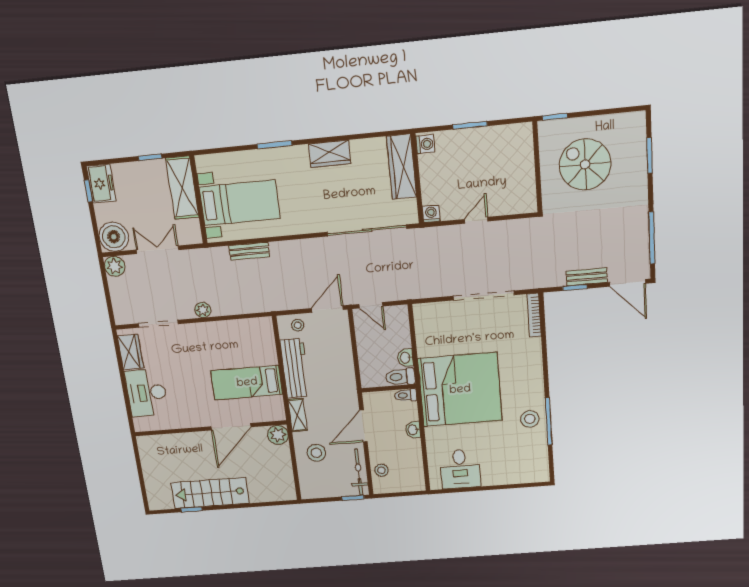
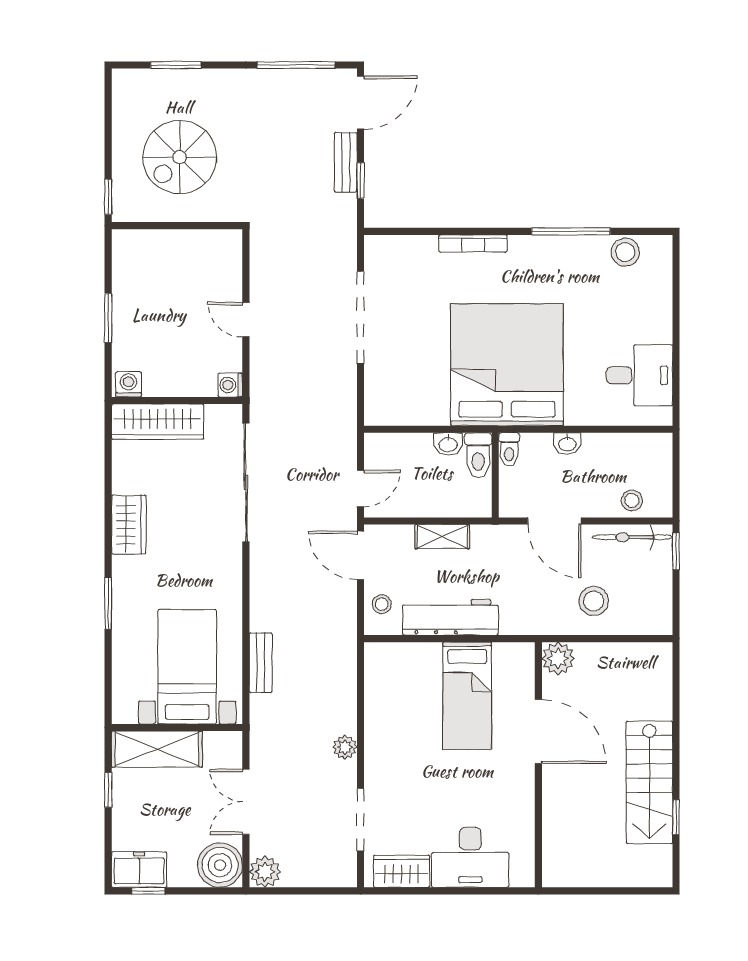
bookcase: (534, 315) -> (473, 243), moved
shelving: (298, 415) -> (442, 537), moved
stool: (530, 419) -> (625, 252), moved

